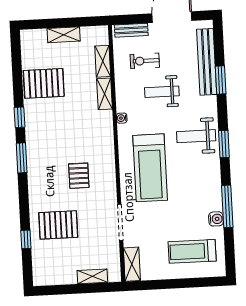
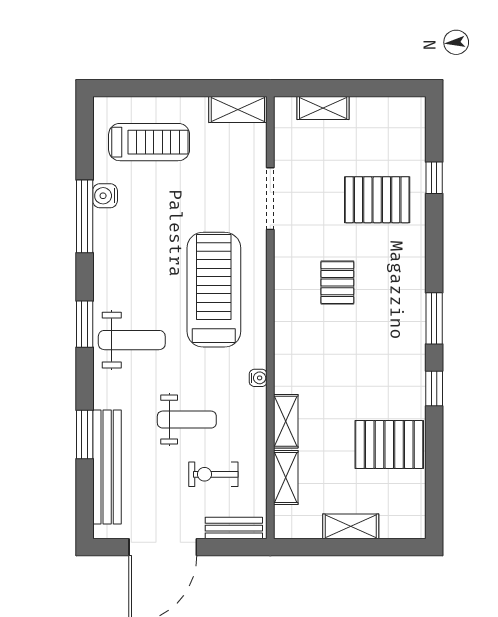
exercise bike: (145, 61) -> (213, 474), turned 180
shelving: (132, 264) -> (238, 109), moved, turned 90

